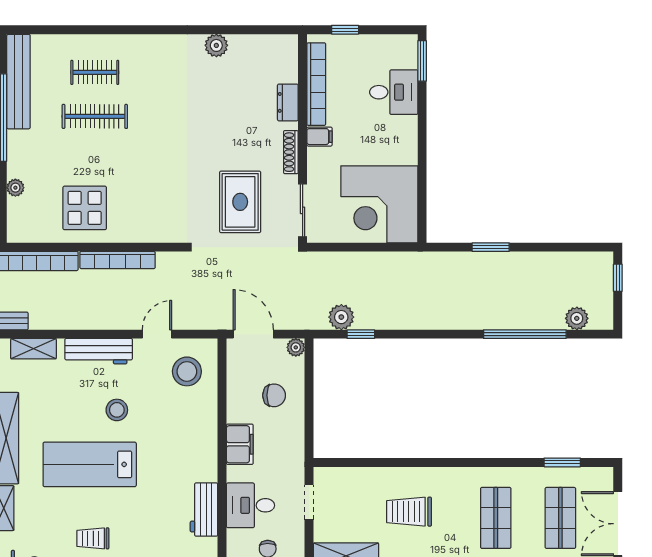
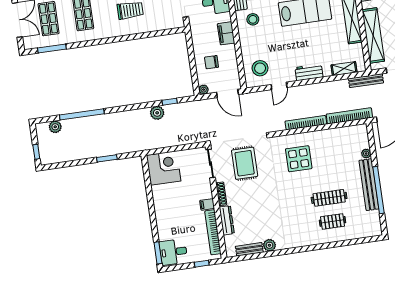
bench: (254, 43) -> (249, 249), added
bench: (18, 82) -> (369, 185), moved
desk: (394, 92) -> (173, 252), moved
dresser: (288, 102) -> (227, 220), width x1.44
corner desk: (379, 204) -> (164, 168), width x0.74, depth x0.74
display table: (85, 208) -> (299, 159), moved
plant: (341, 317) -> (157, 113), moved
workbench: (99, 351) -> (309, 72), width x0.73
stool: (117, 410) -> (253, 19), moved
window: (562, 462) -> (52, 48), width x1.44

